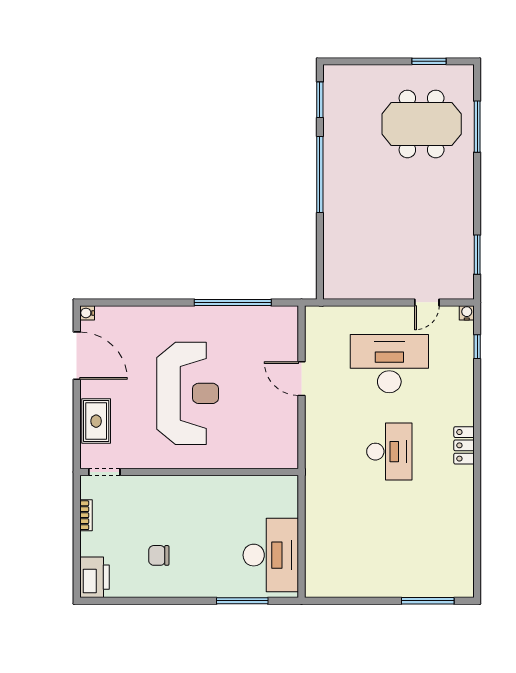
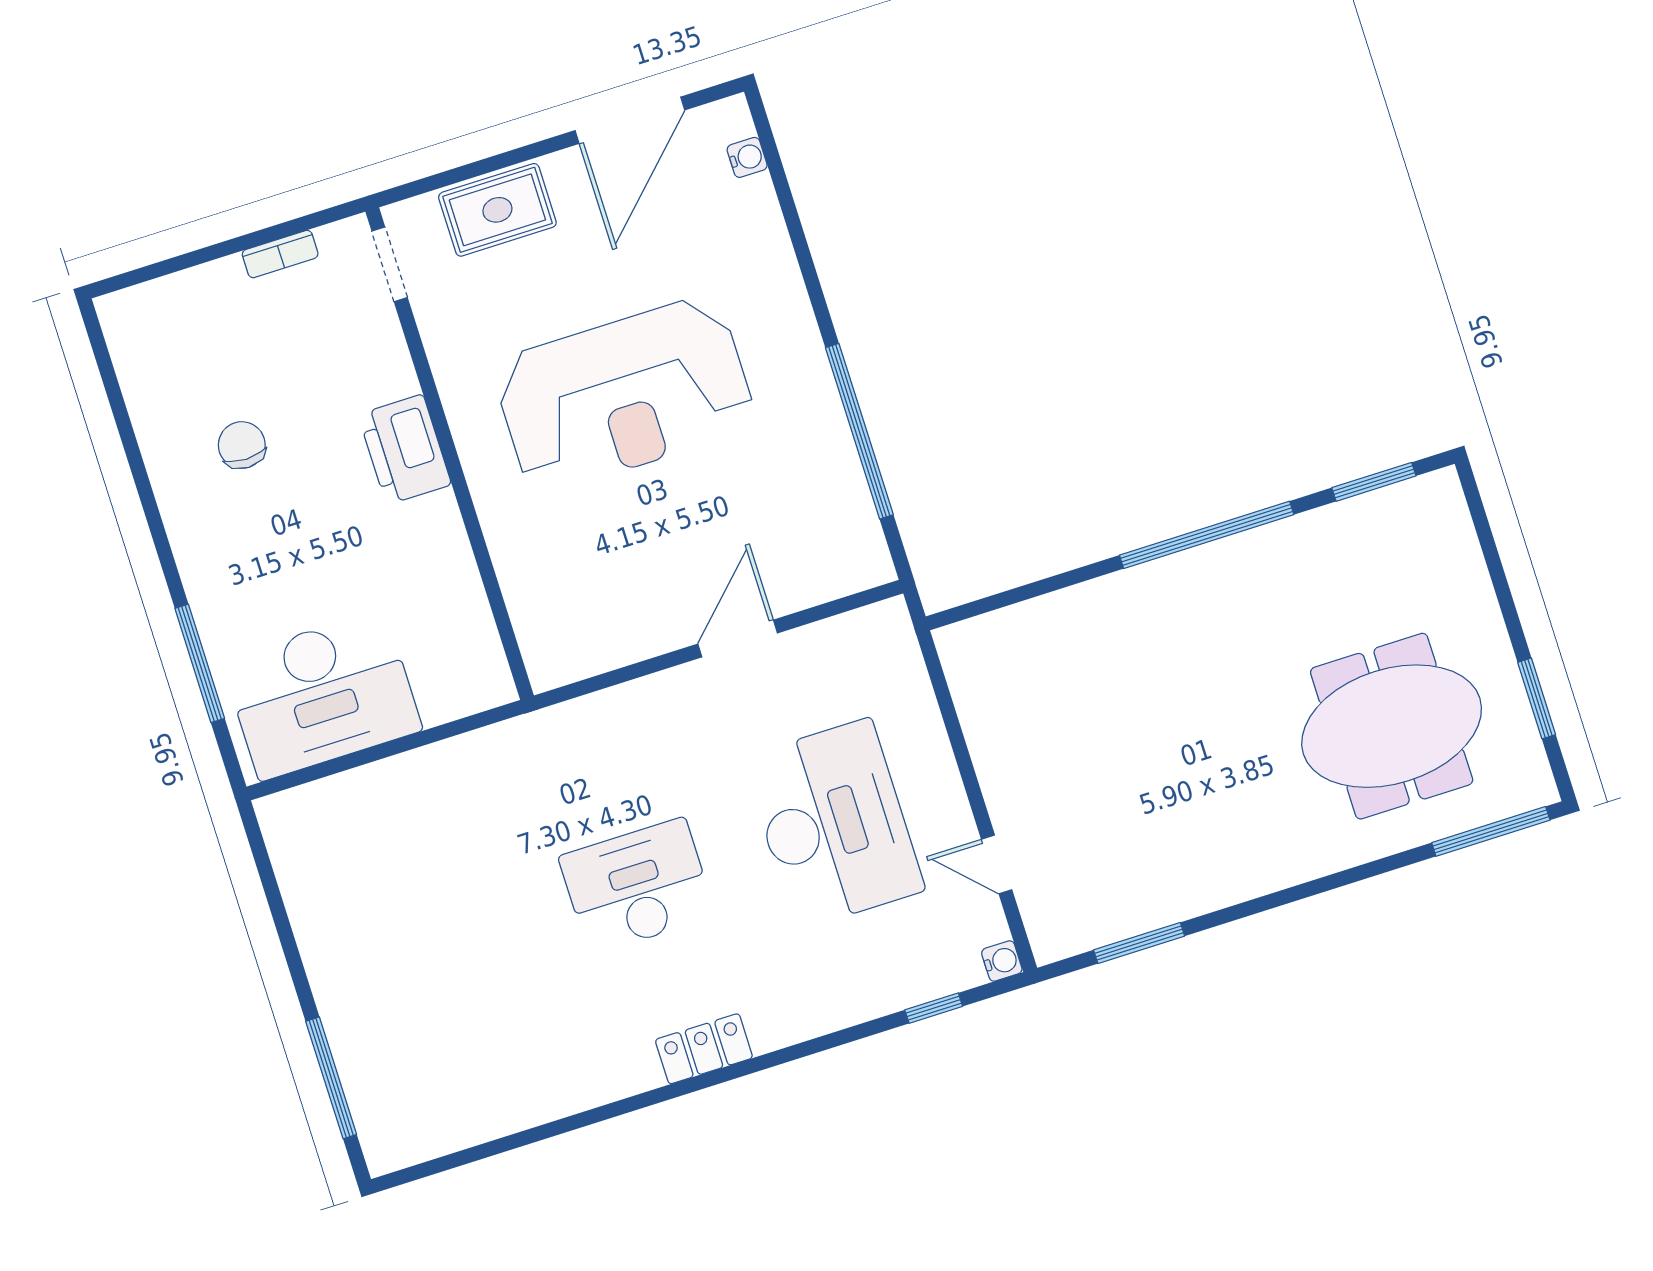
meeting table: (422, 124) -> (1392, 726), turned 90
window: (477, 127) -> (1491, 831), moved
water cooler: (87, 313) -> (747, 157), moved, turned 90
desk: (389, 452) -> (637, 886), turned 180
printer: (94, 577) -> (405, 450), moved, turned 90

